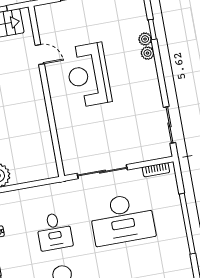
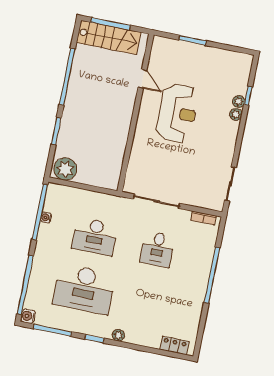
reception desk: (88, 75) -> (177, 113), turned 180
desk: (122, 219) -> (157, 249), width x0.53, depth x0.77
desk: (54, 231) -> (95, 236), width x1.37

